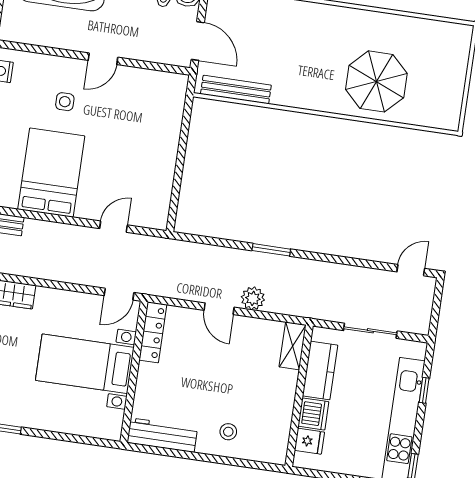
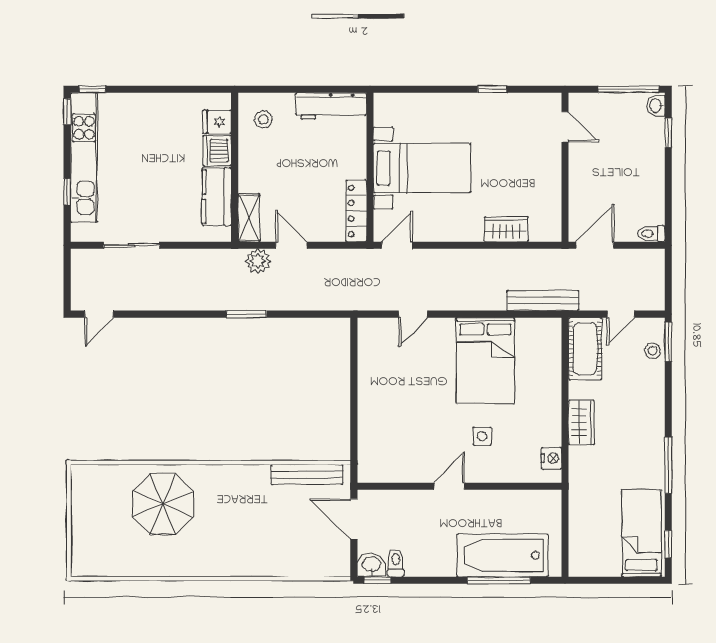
shelving: (293, 346) -> (249, 218), moved
kitchen counter: (320, 370) -> (217, 197), moved
wall: (299, 396) -> (235, 167), moved
dishwasher: (313, 414) -> (217, 151), moved
fridge: (309, 441) -> (217, 122), moved

